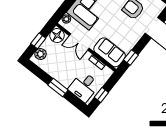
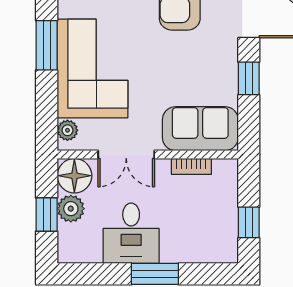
plant: (40, 54) -> (71, 209), moved
window: (131, 57) -> (249, 78), moved
desk: (84, 87) -> (131, 233), moved

